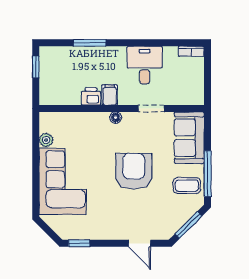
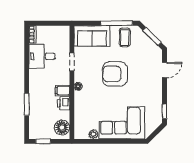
desk: (145, 65) -> (42, 56), moved
floor lamp: (56, 94) -> (62, 128), added

